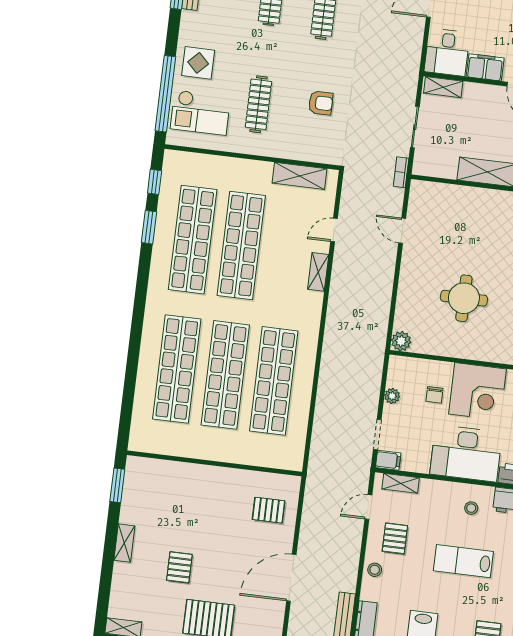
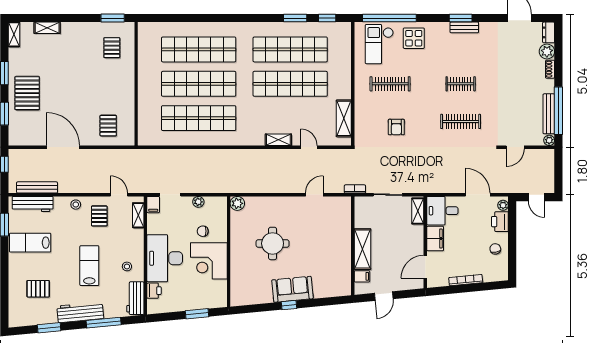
pallet: (395, 538) -> (99, 216), turned 90
shelving: (124, 543) -> (47, 28), moved
pallet: (179, 567) -> (112, 48), moved, turned 90

